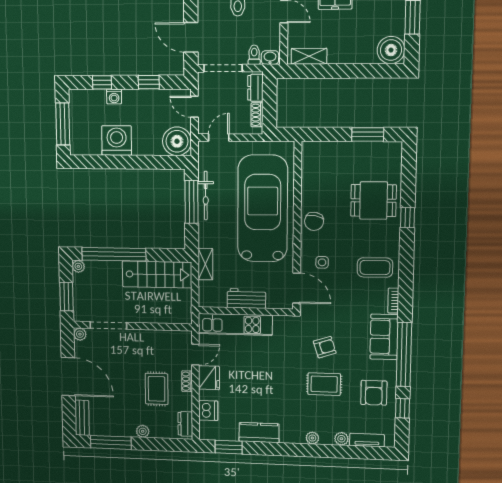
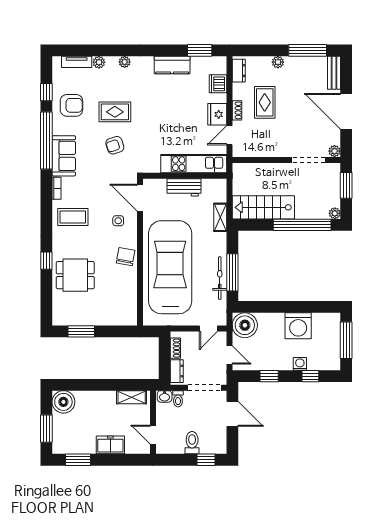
car: (263, 209) -> (170, 267), turned 180
armchair: (374, 393) -> (71, 105), turned 90

